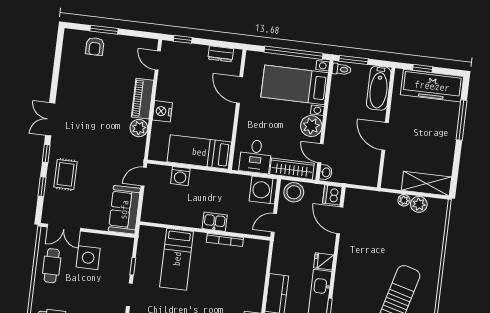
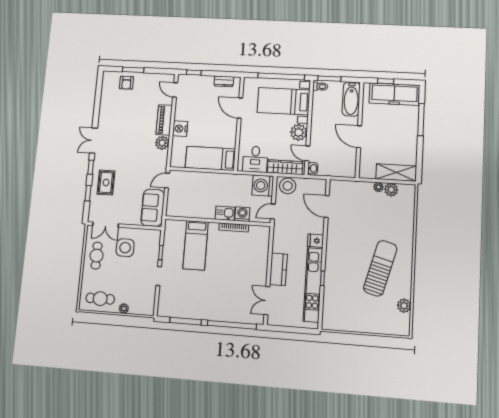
washing machine: (180, 176) -> (242, 214), moved, turned 180
dishwasher: (332, 195) -> (319, 186), removed

